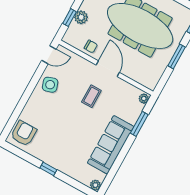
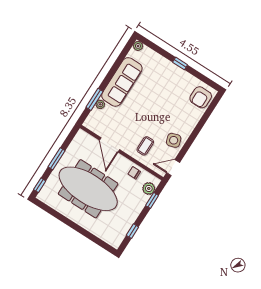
plant: (81, 17) -> (149, 188), moved
door: (108, 69) -> (109, 145), moved
coffee table: (91, 96) -> (145, 146), moved
plant: (144, 99) -> (100, 104), moved

